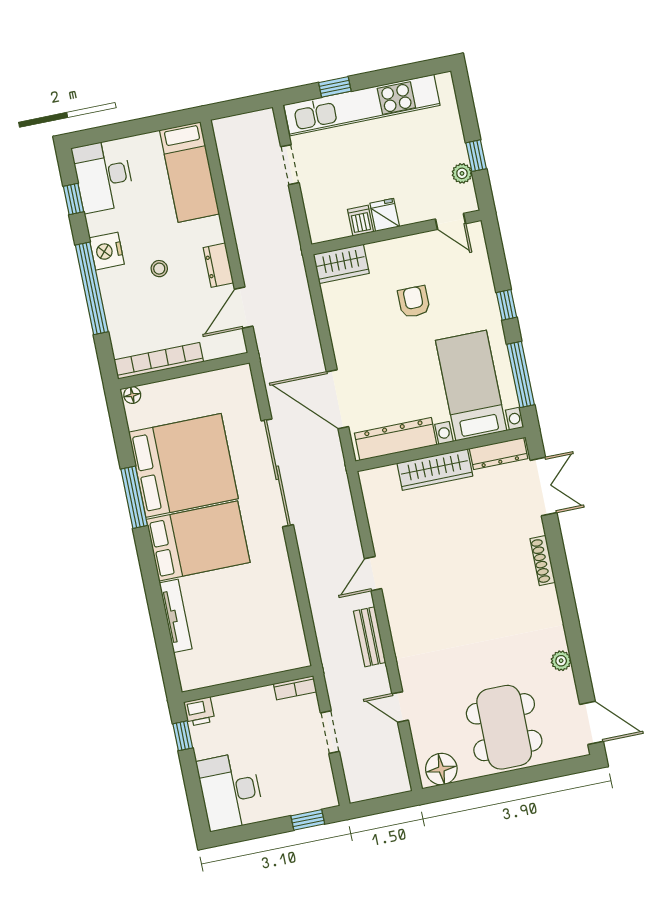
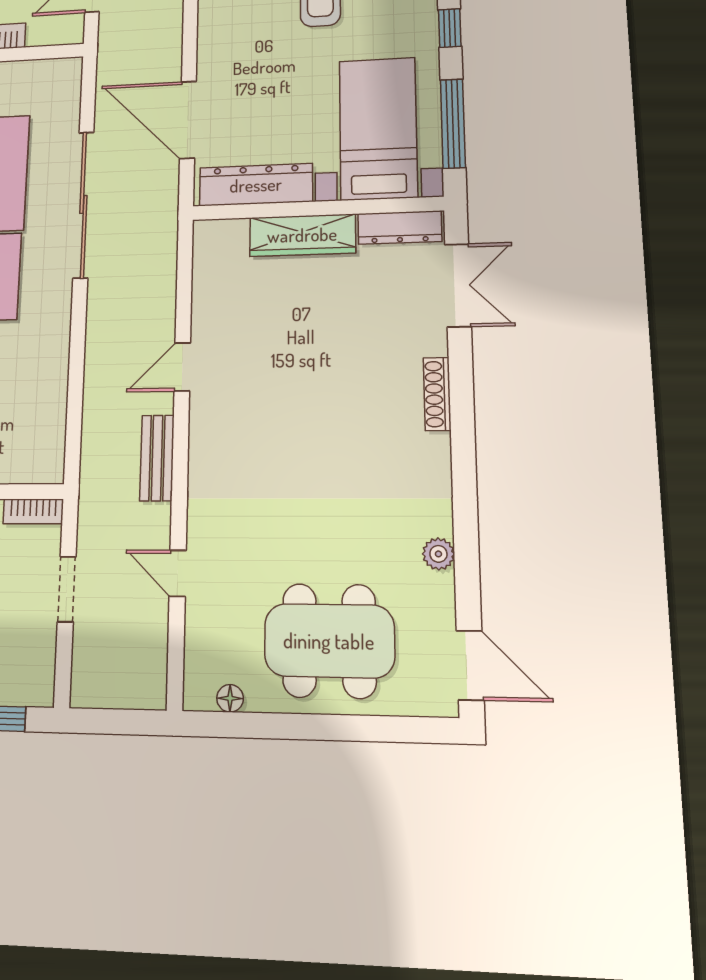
dining table: (504, 727) -> (329, 641), turned 90
floor lamp: (441, 769) -> (230, 698), width x0.53, depth x0.53

